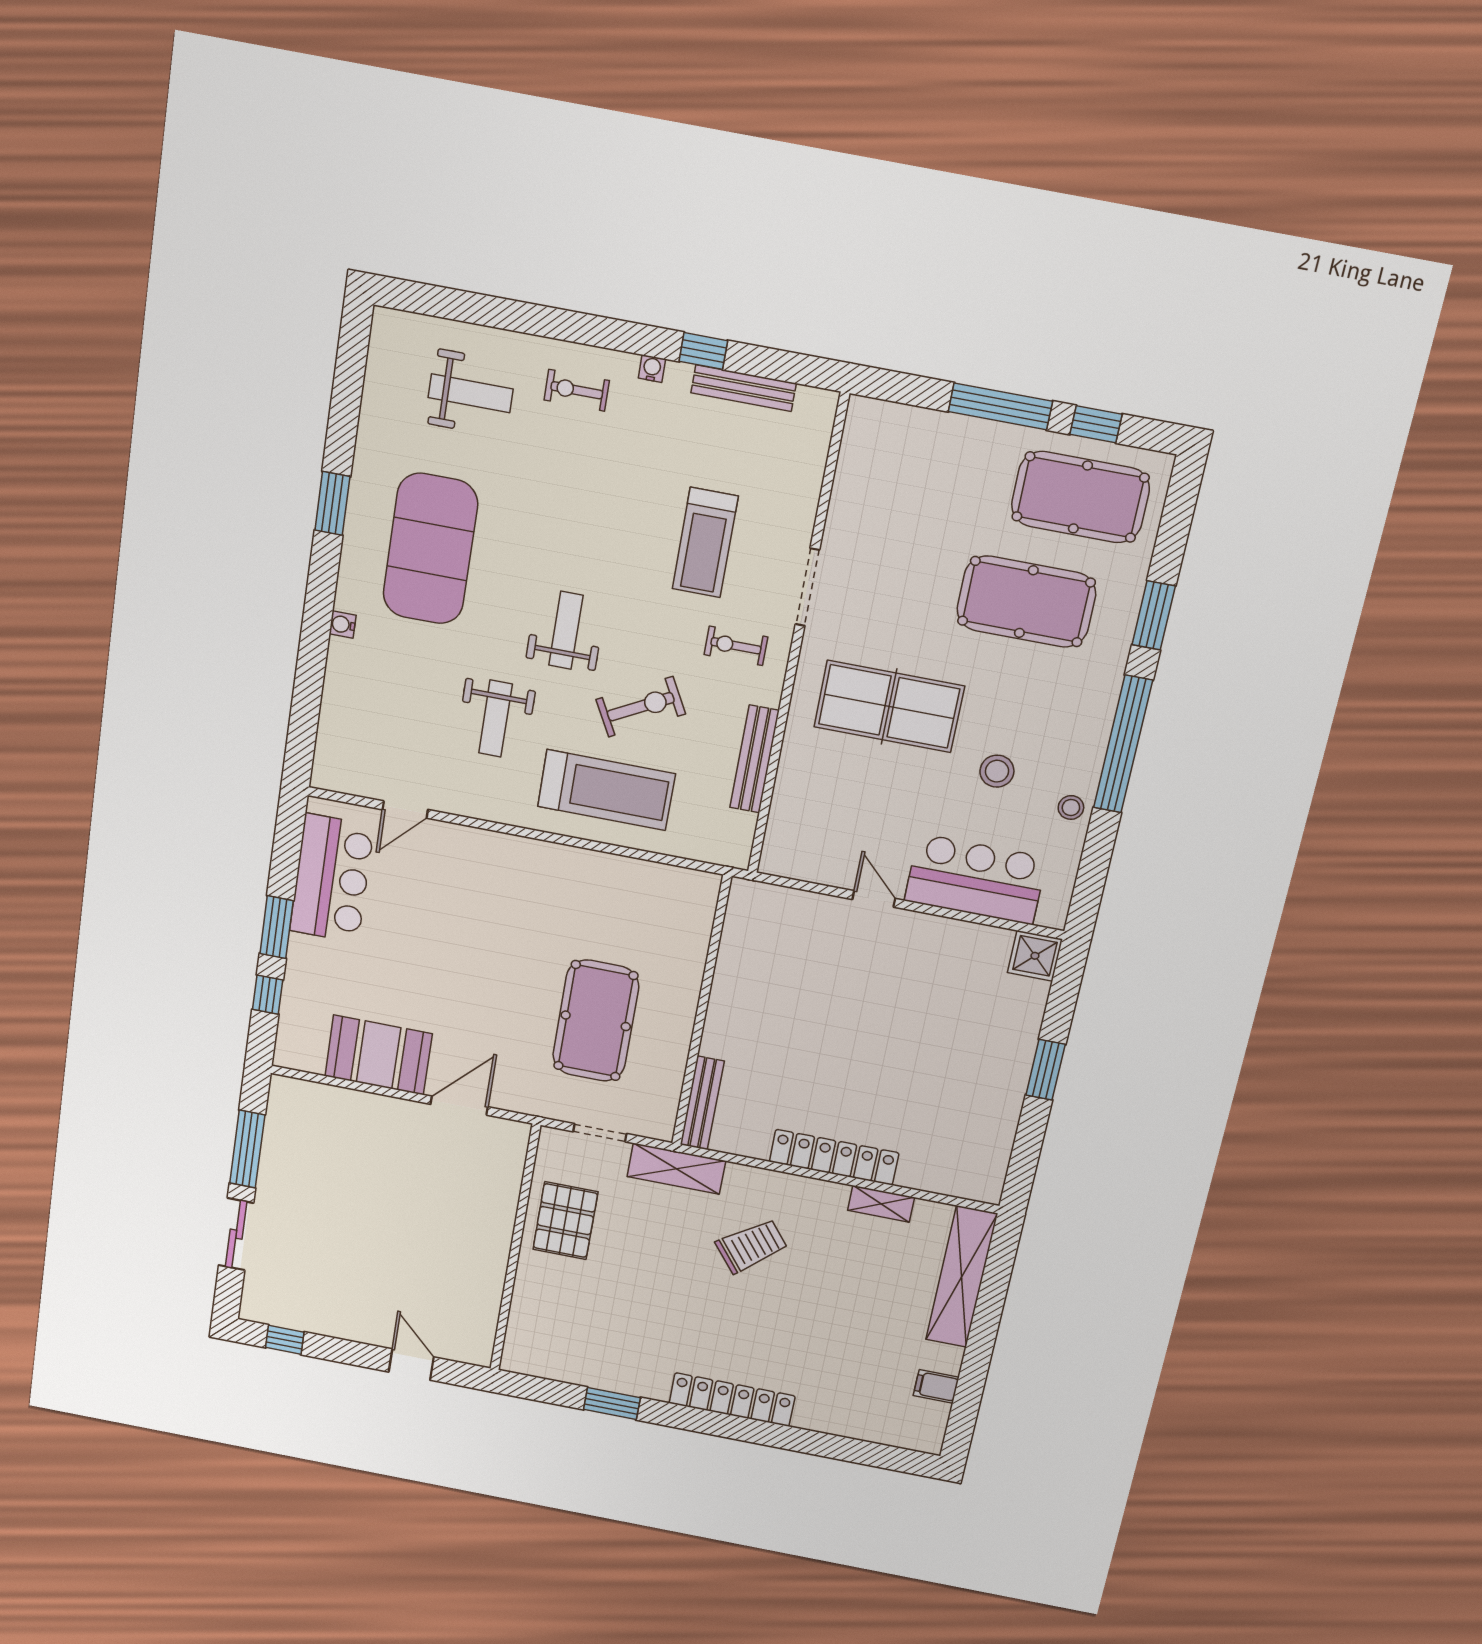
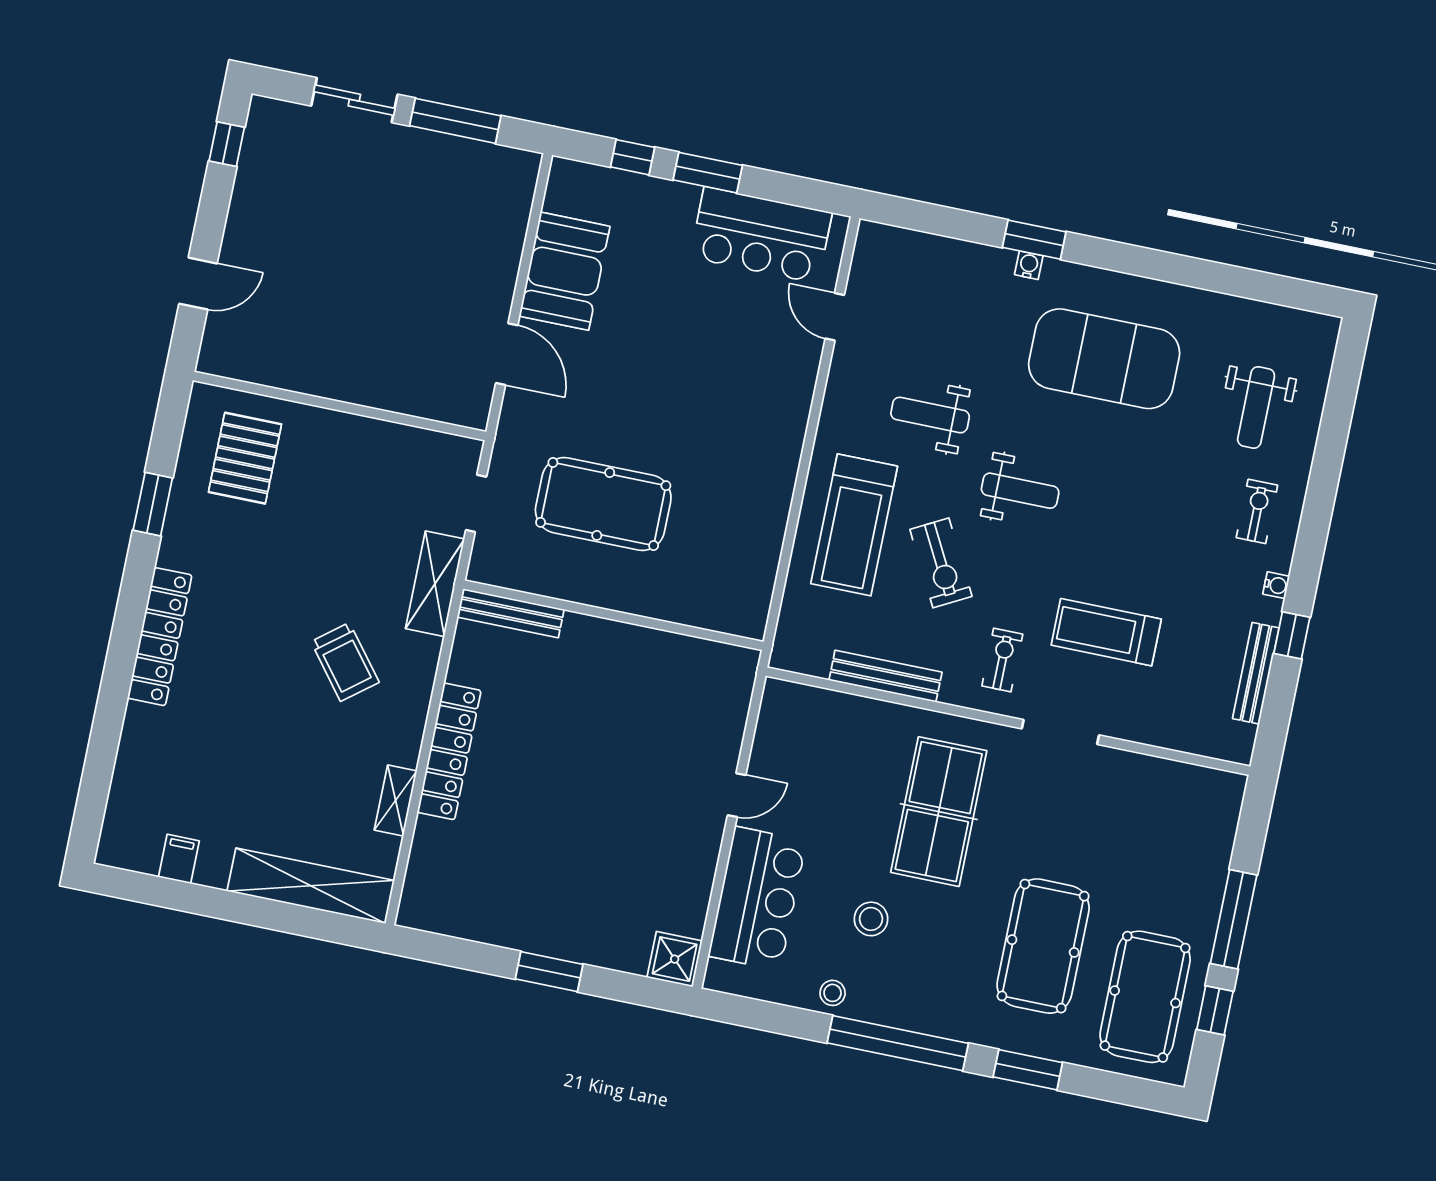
window: (332, 503) -> (1034, 240), moved
pallet: (565, 1221) -> (245, 458), moved, turned 90

